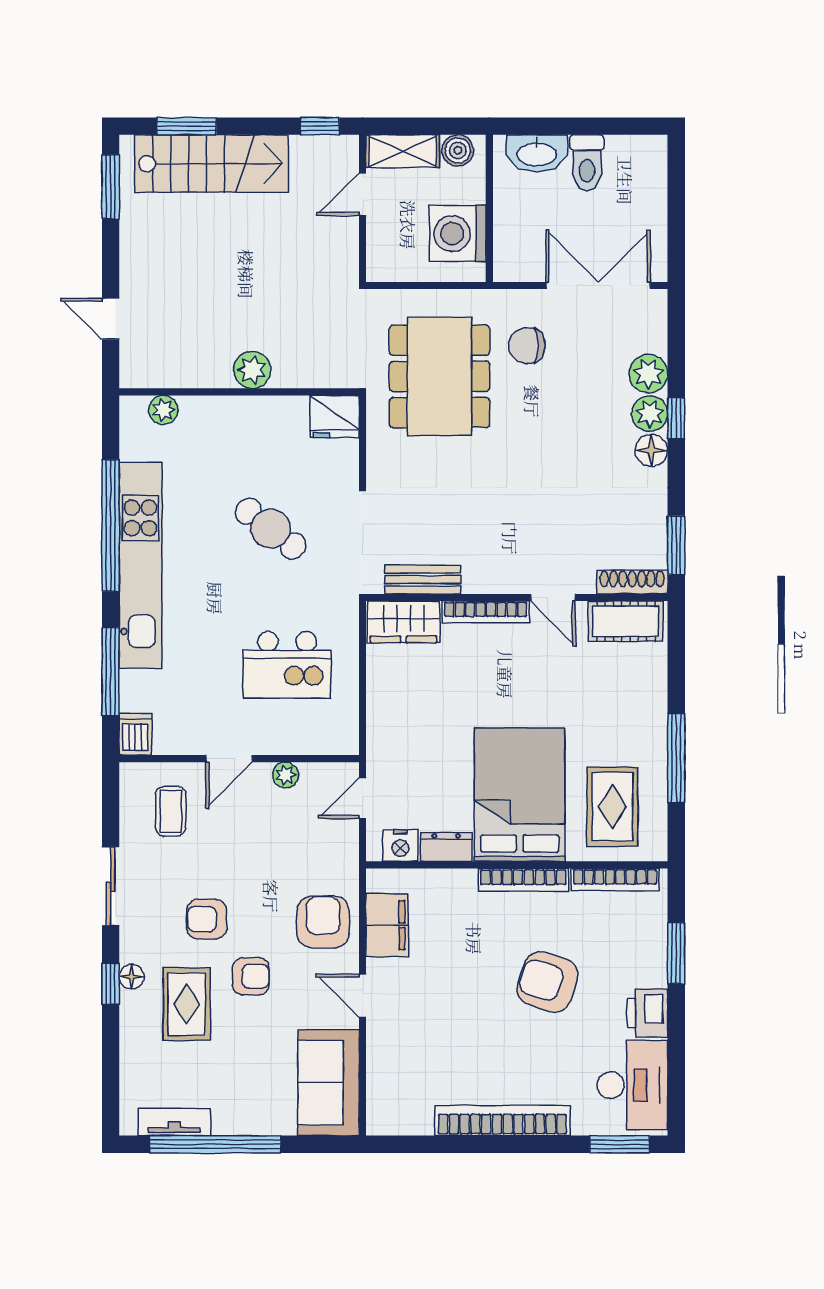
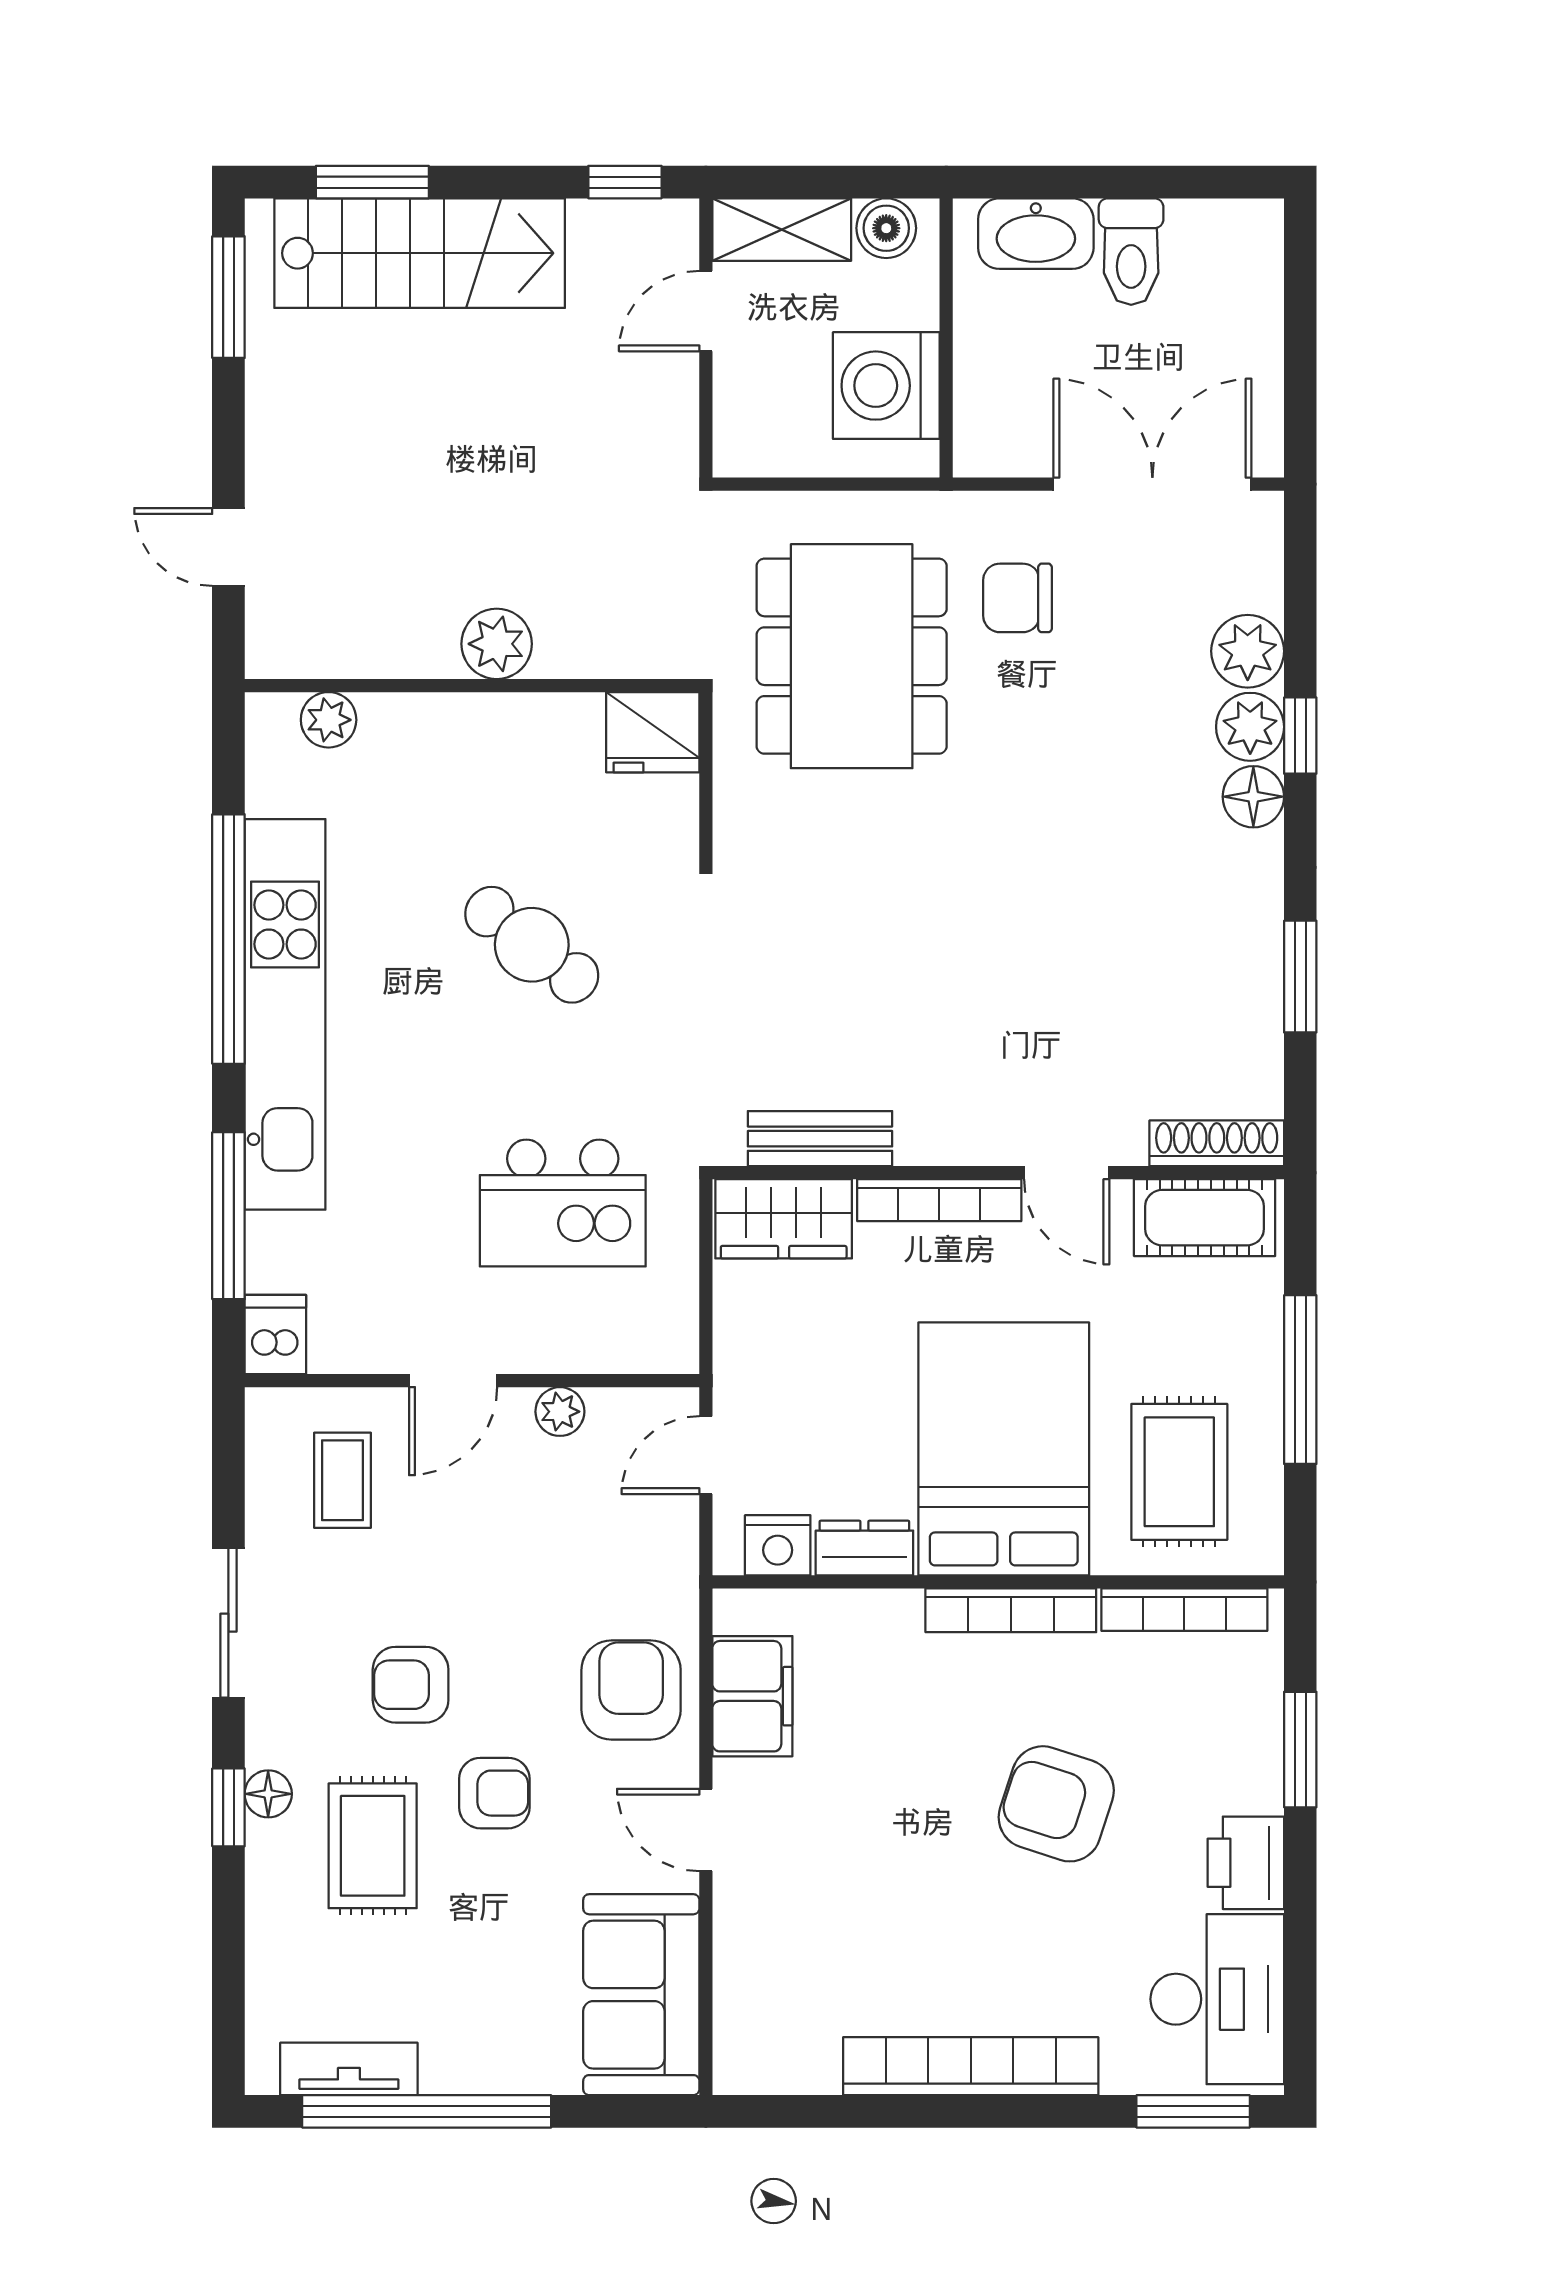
bench: (423, 580) -> (820, 1139), moved
shoe rack: (632, 582) -> (1217, 1143), moved
wall: (517, 598) -> (998, 1173), moved
door: (553, 598) -> (1067, 1173), moved
bookcase: (486, 612) -> (939, 1200), moved
cot: (626, 621) -> (1205, 1218), moved
wardrobe: (404, 622) -> (784, 1219), moved

